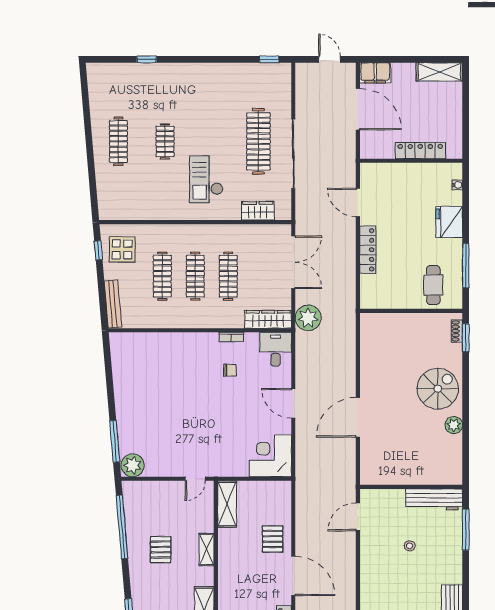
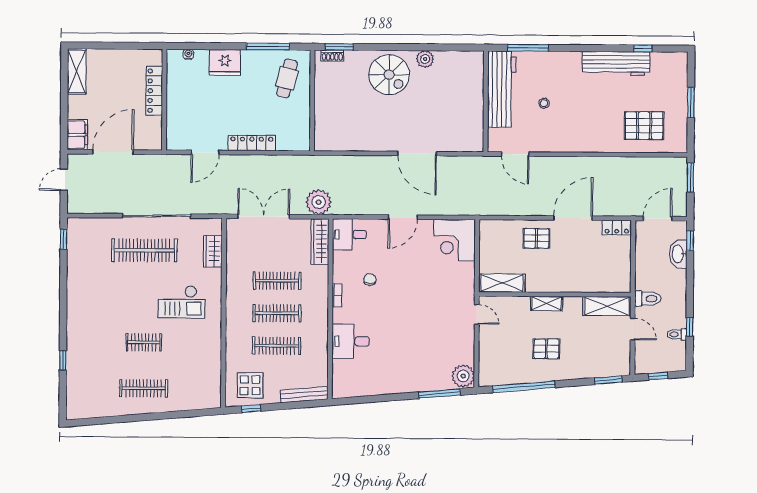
cafe table: (433, 285) -> (287, 79), turned -76
bookcase: (231, 337) -> (337, 295), moved
desk: (167, 351) -> (351, 341), added
spiral stairs: (438, 389) -> (389, 75), turned 180
workbench: (434, 499) -> (502, 89), width x1.36, depth x1.32

